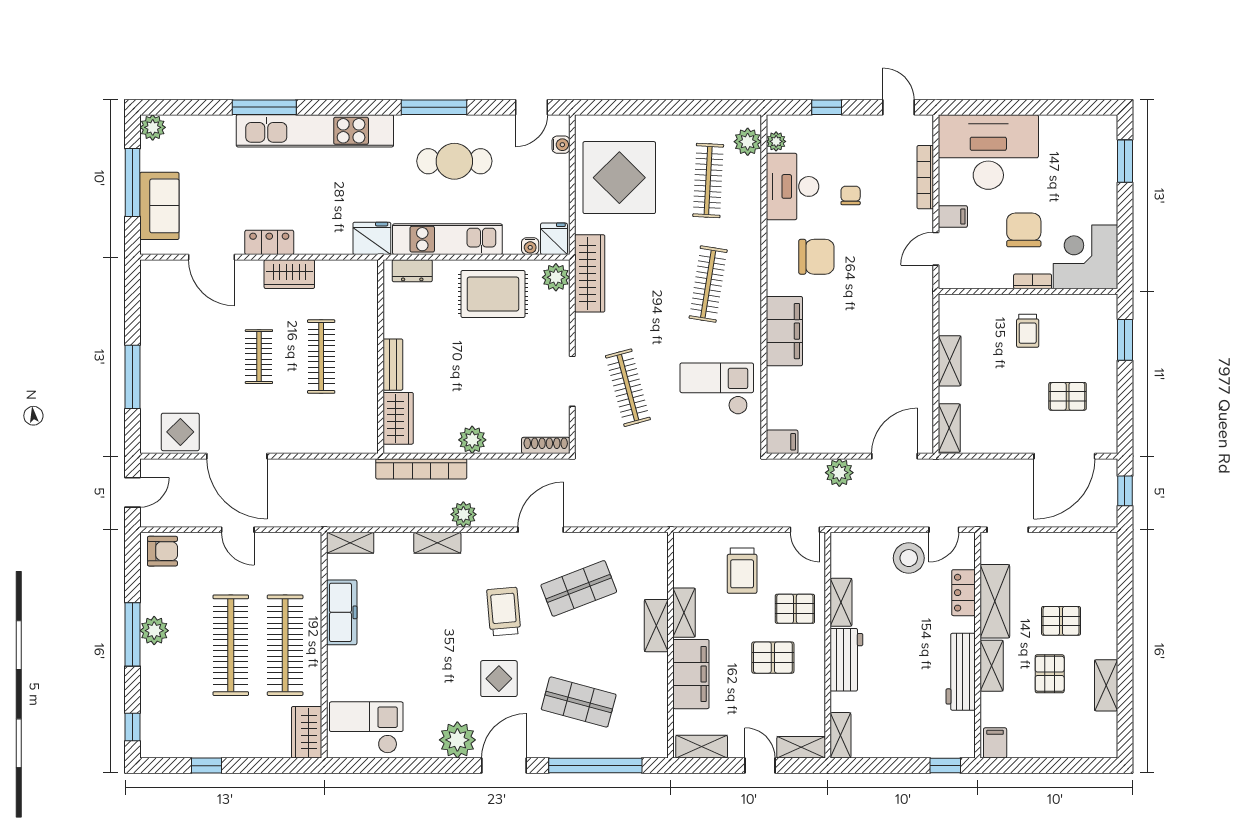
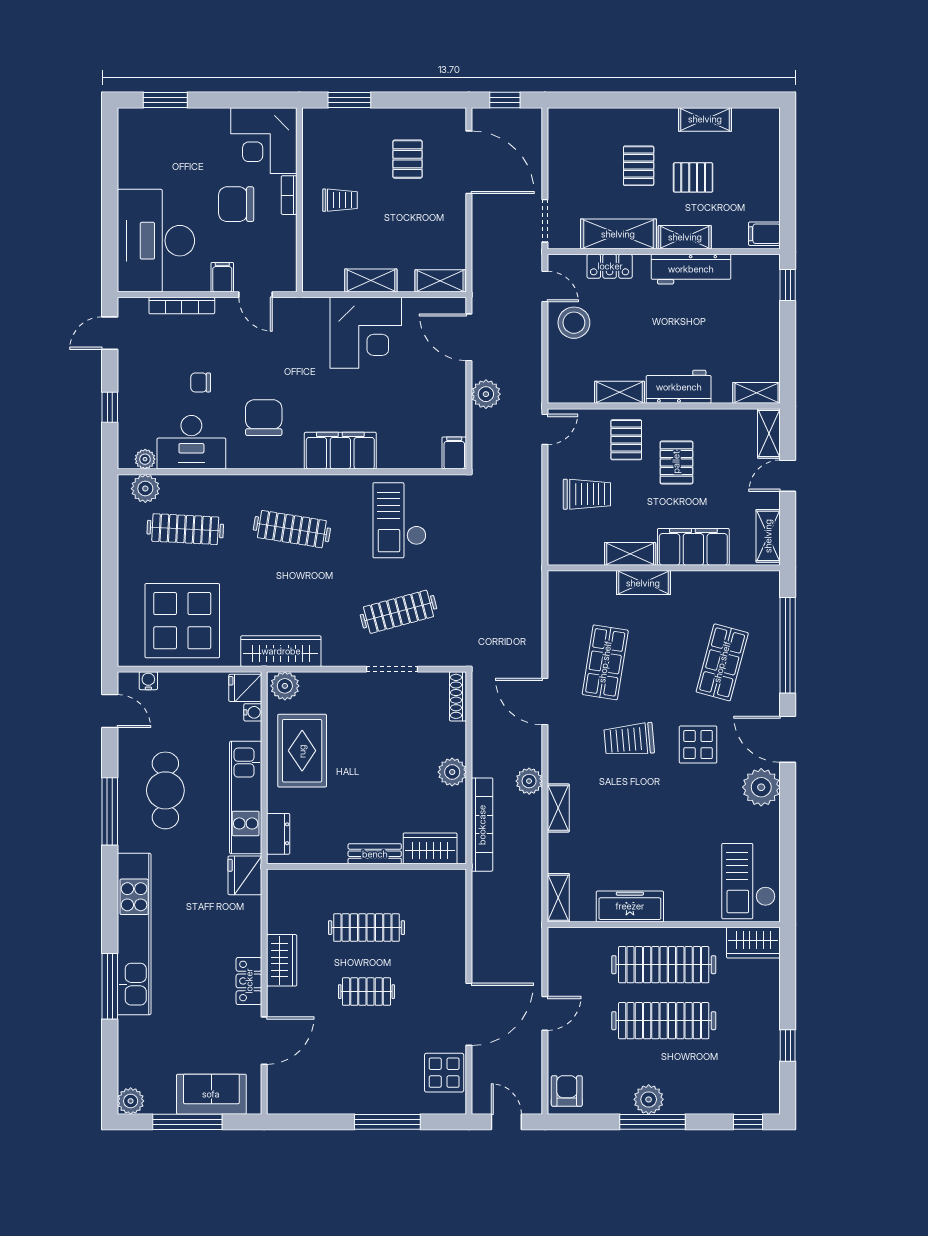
corner desk: (899, 356) -> (366, 333), added
shop shelf: (579, 588) -> (605, 662), turned 30

